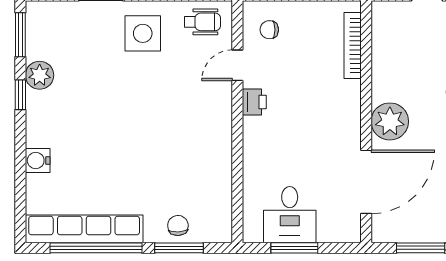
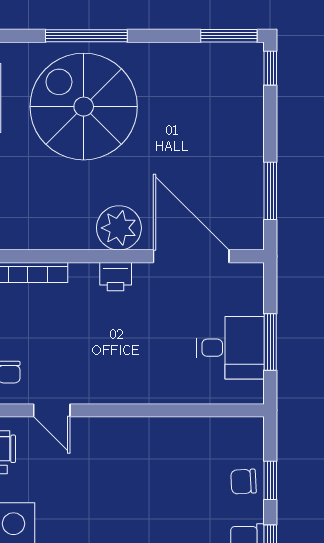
printer: (254, 102) -> (116, 277), moved, turned 180
window: (179, 248) -> (270, 480), width x0.67

